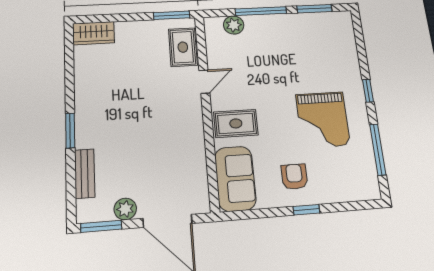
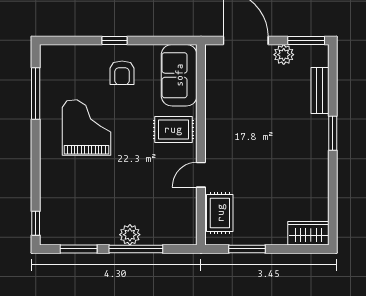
window: (172, 15) -> (247, 249), moved
plant: (234, 25) -> (130, 235), moved
window: (368, 91) -> (36, 223), moved

